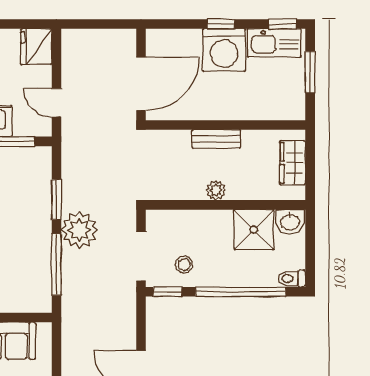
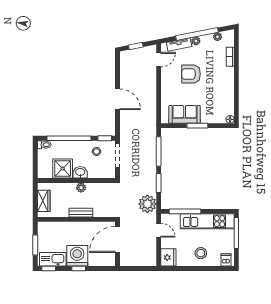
washbasin: (290, 222) -> (80, 172), moved
plant: (79, 230) -> (147, 204), moved

